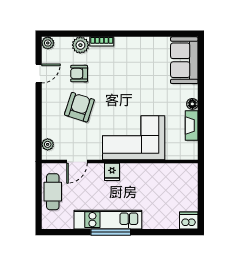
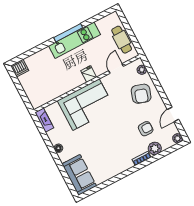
armchair: (79, 107) -> (141, 94), moved
fireplace: (192, 125) -> (44, 120), moved

